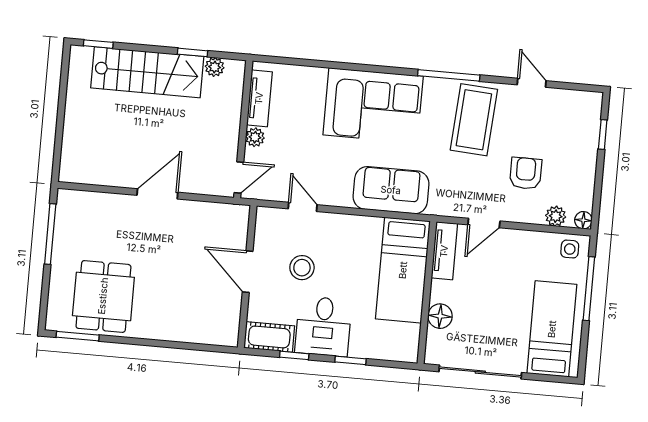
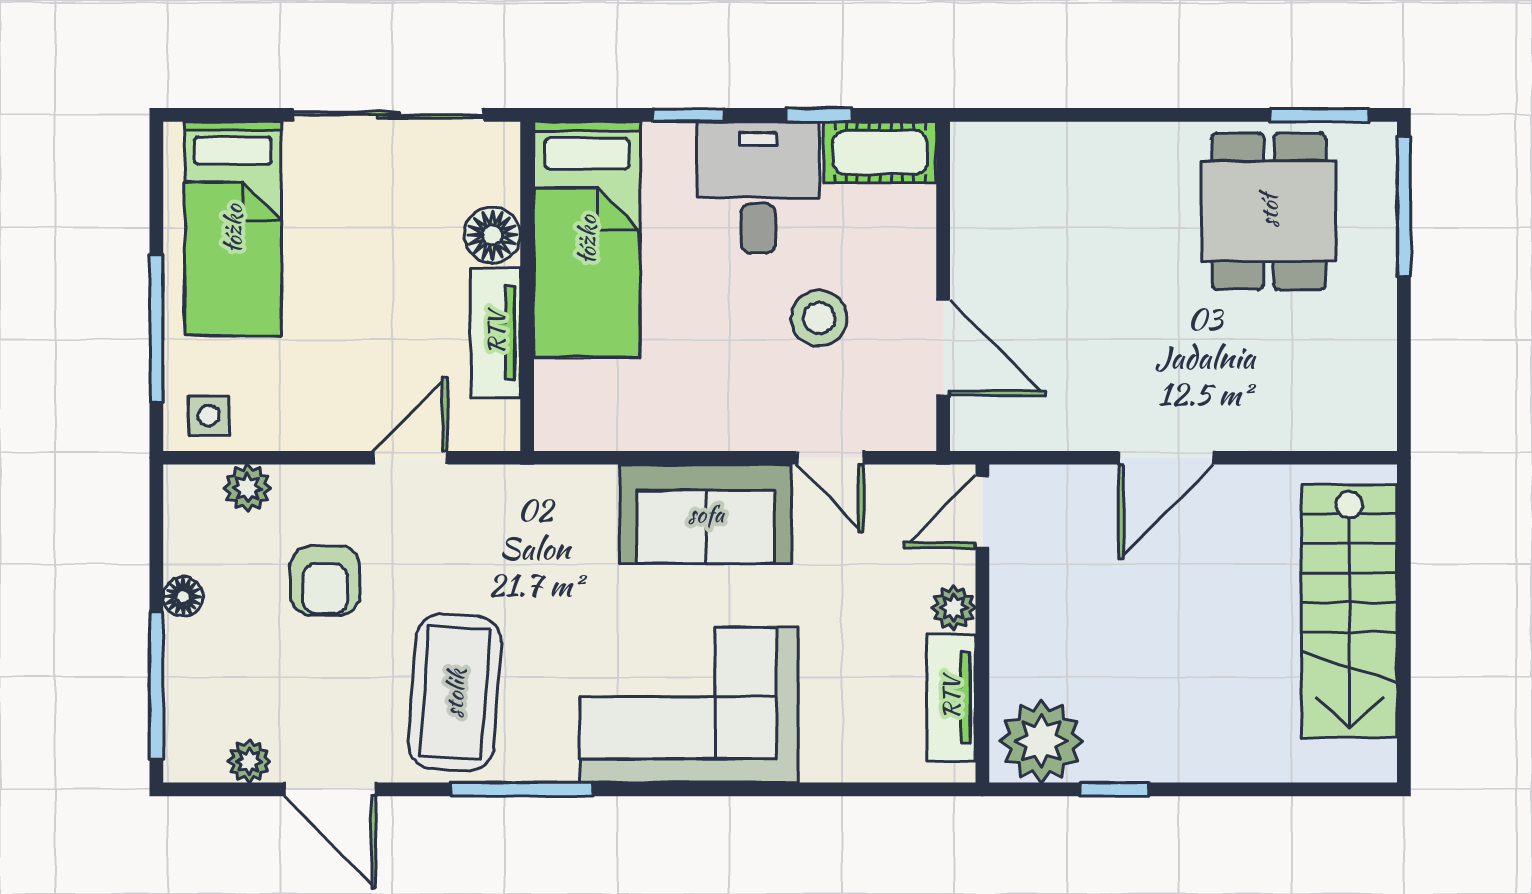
window: (98, 44) -> (1332, 789), removed
plant: (215, 67) -> (1041, 741), width x1.87, depth x1.87
stairs: (147, 72) -> (1349, 611), moved, turned -90
door: (532, 83) -> (330, 789), width x1.38
plant: (565, 98) -> (249, 761), added
window: (603, 134) -> (156, 685), width x2.17
sofa: (391, 190) -> (706, 514), moved
floor lamp: (583, 220) -> (183, 597), moved
window: (50, 234) -> (1404, 206), moved
tv unit: (444, 251) -> (496, 333), moved
bed: (403, 270) -> (587, 240), moved, turned 180
door: (248, 272) -> (943, 348), moved

